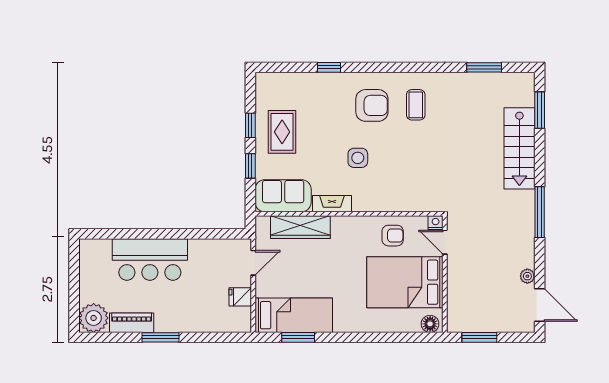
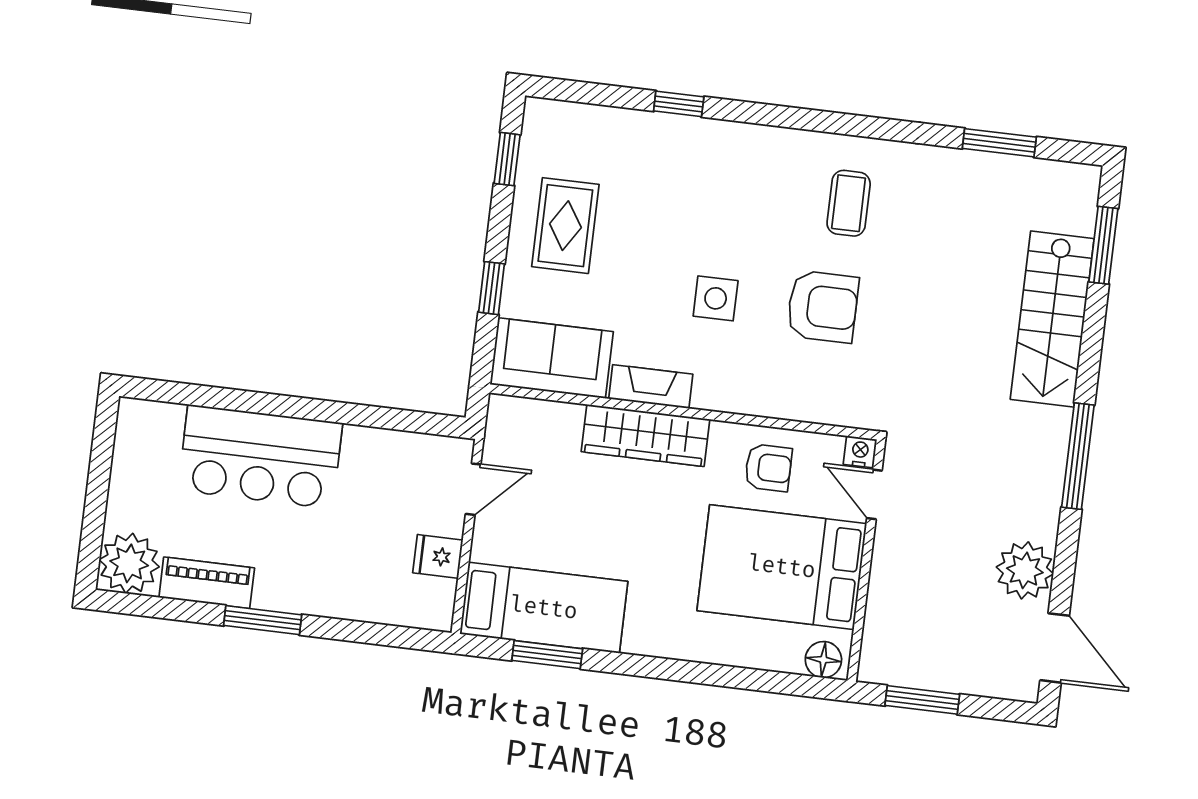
armchair: (372, 105) -> (823, 307), moved
window: (250, 125) -> (507, 159), moved
wardrobe: (300, 227) -> (646, 435), moved
plant: (527, 276) -> (1025, 570), width x1.87, depth x1.87

